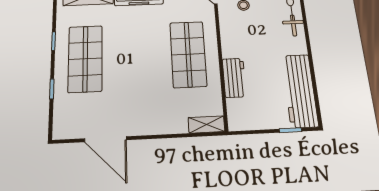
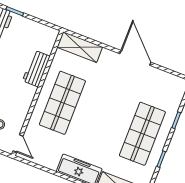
shelving: (206, 125) -> (80, 47), width x1.50, depth x1.33
door: (106, 139) -> (135, 58), moved

